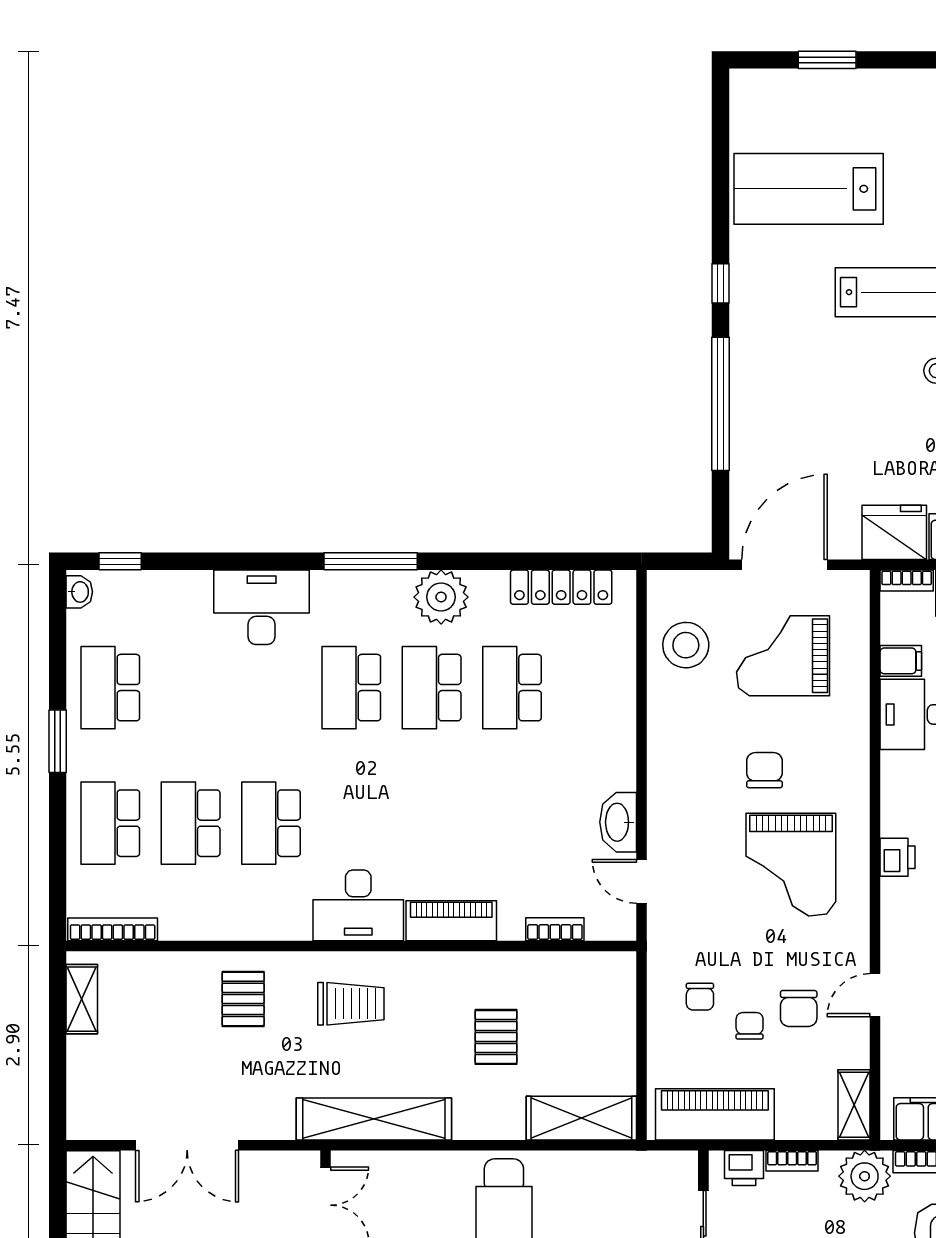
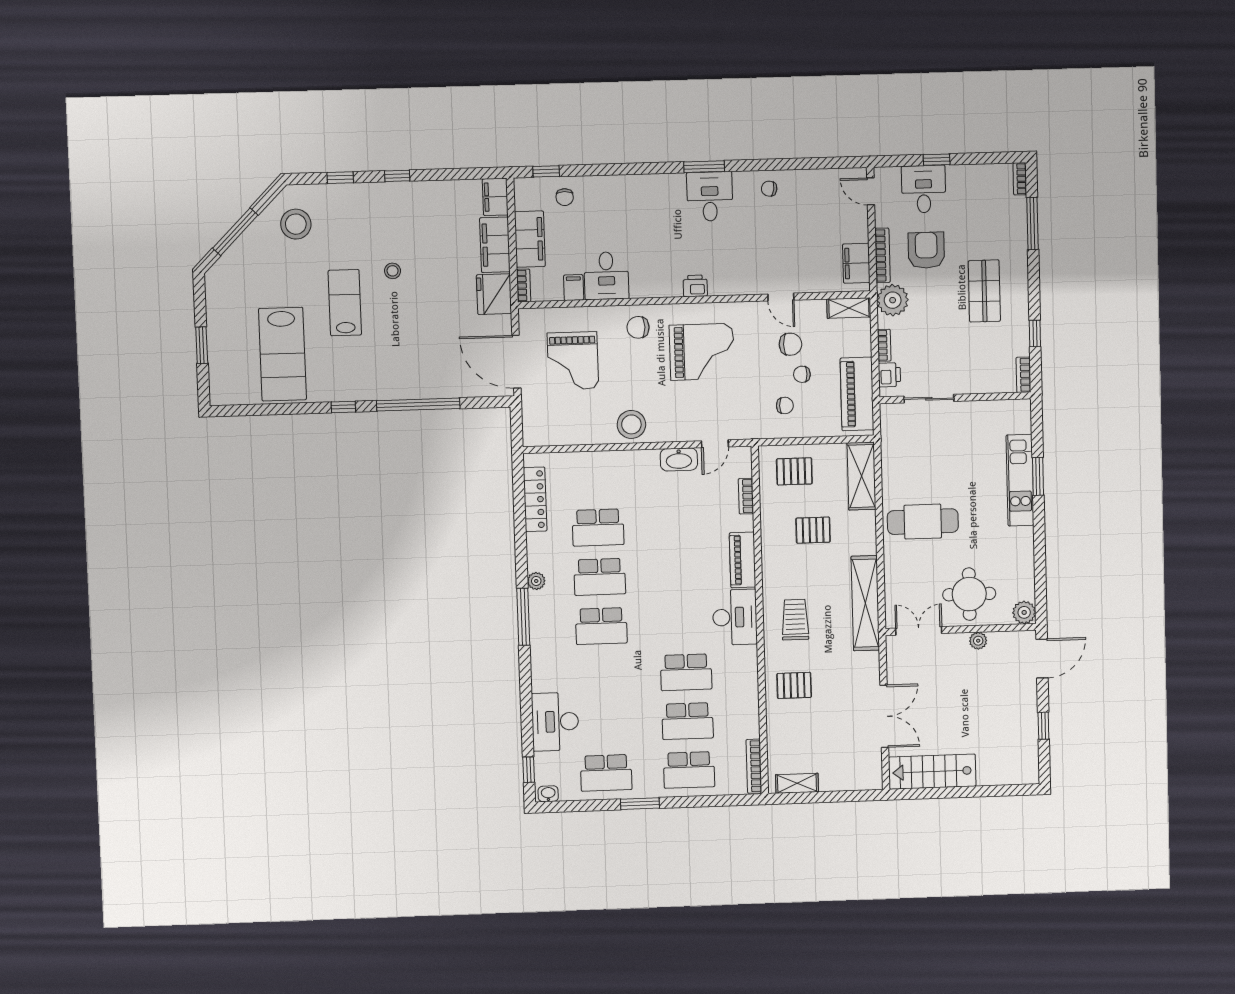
plant: (441, 597) -> (536, 581), width x0.53, depth x0.53
desk: (262, 607) -> (555, 722), moved
stool: (686, 645) -> (631, 424), moved
chair: (764, 770) -> (638, 327), moved
pallet: (593, 1009) -> (794, 471), added

